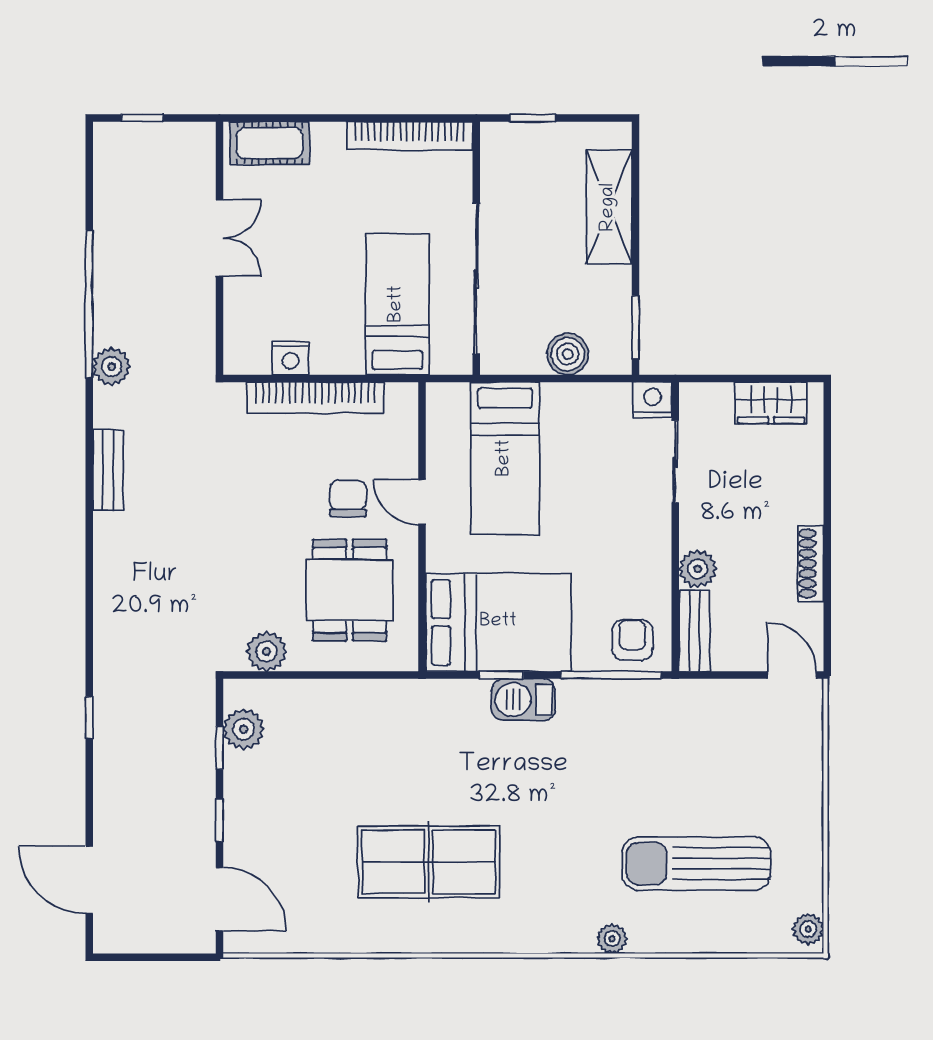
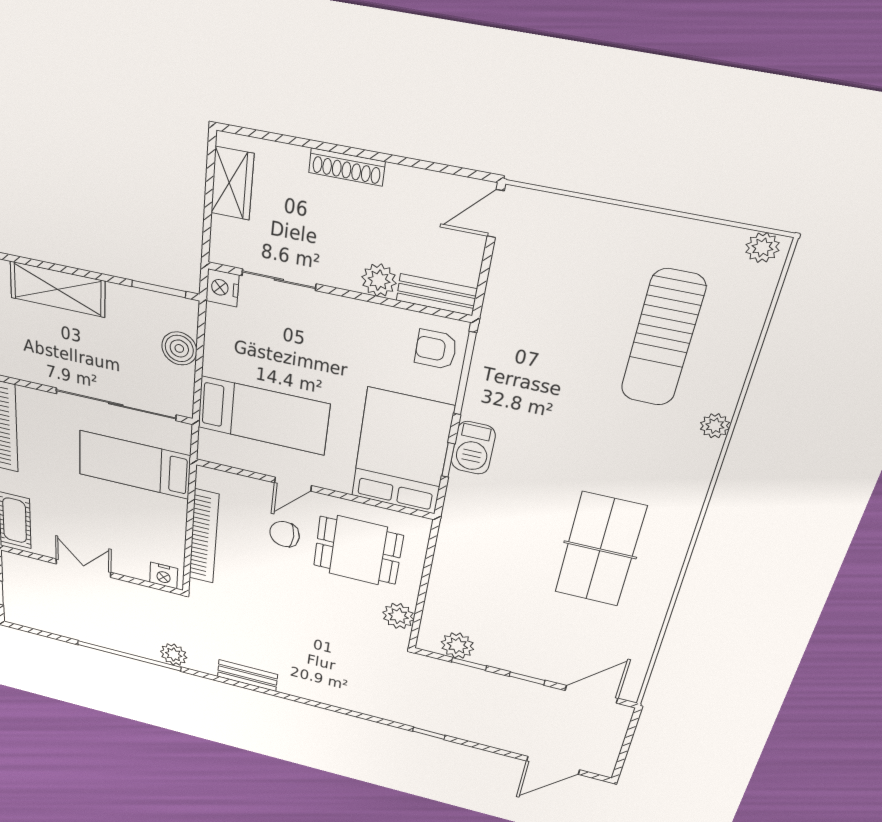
nightstand: (290, 358) -> (164, 575), moved, turned 90
shoe rack: (811, 564) -> (347, 167), moved

